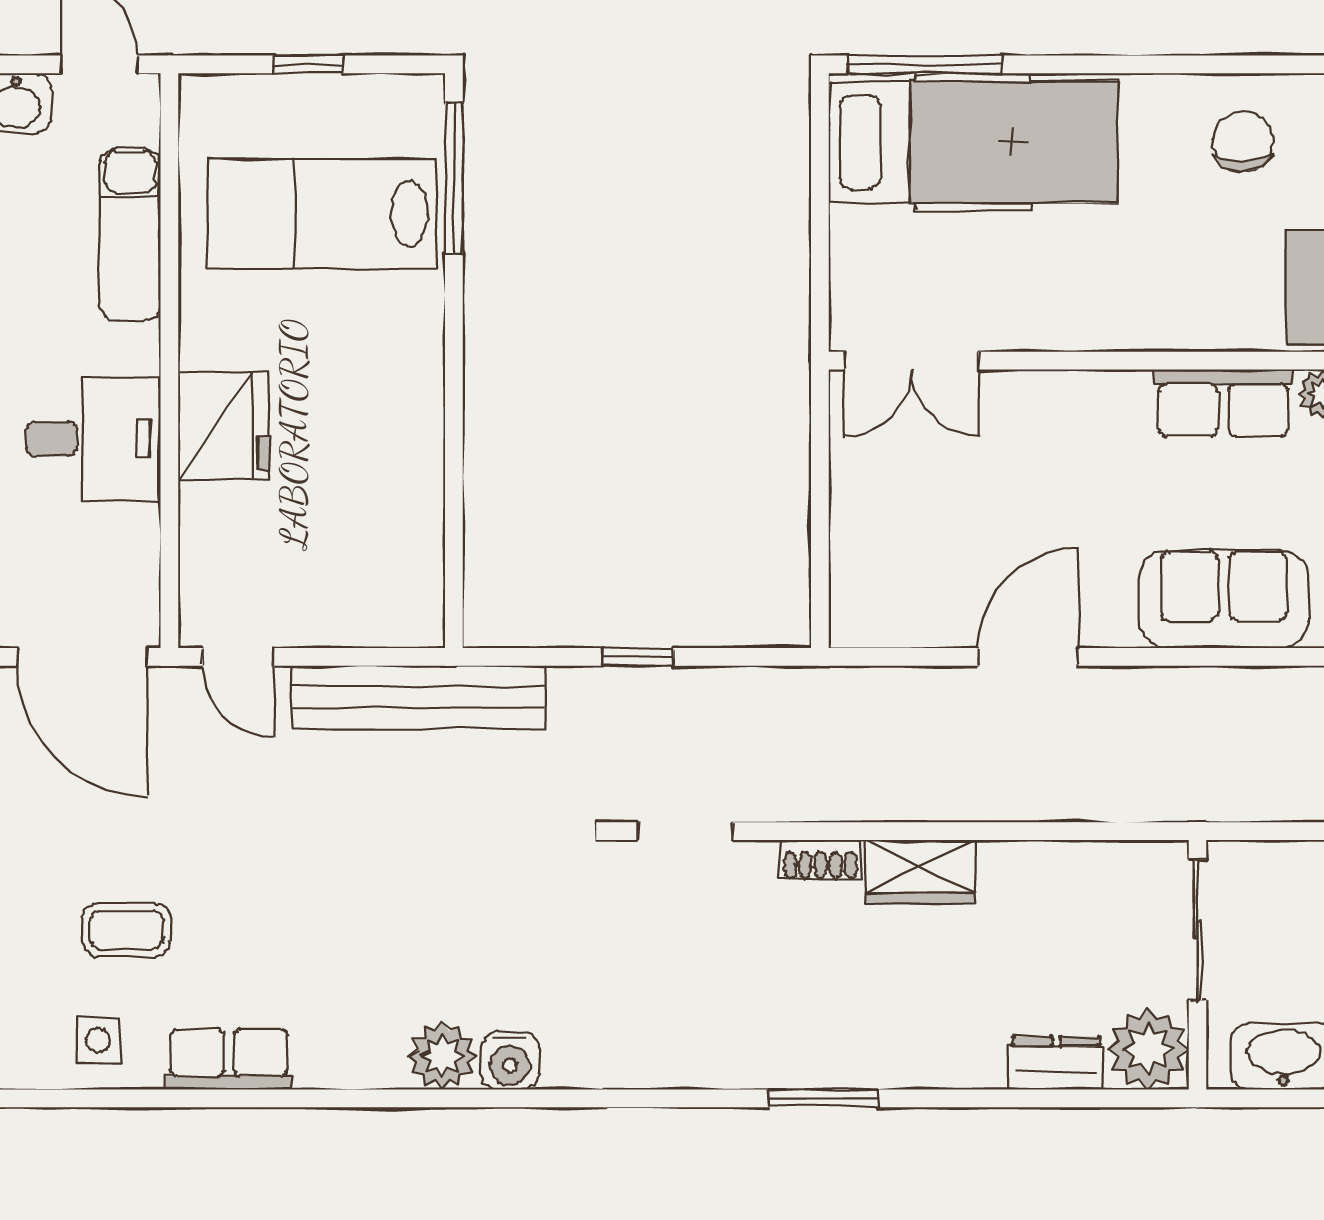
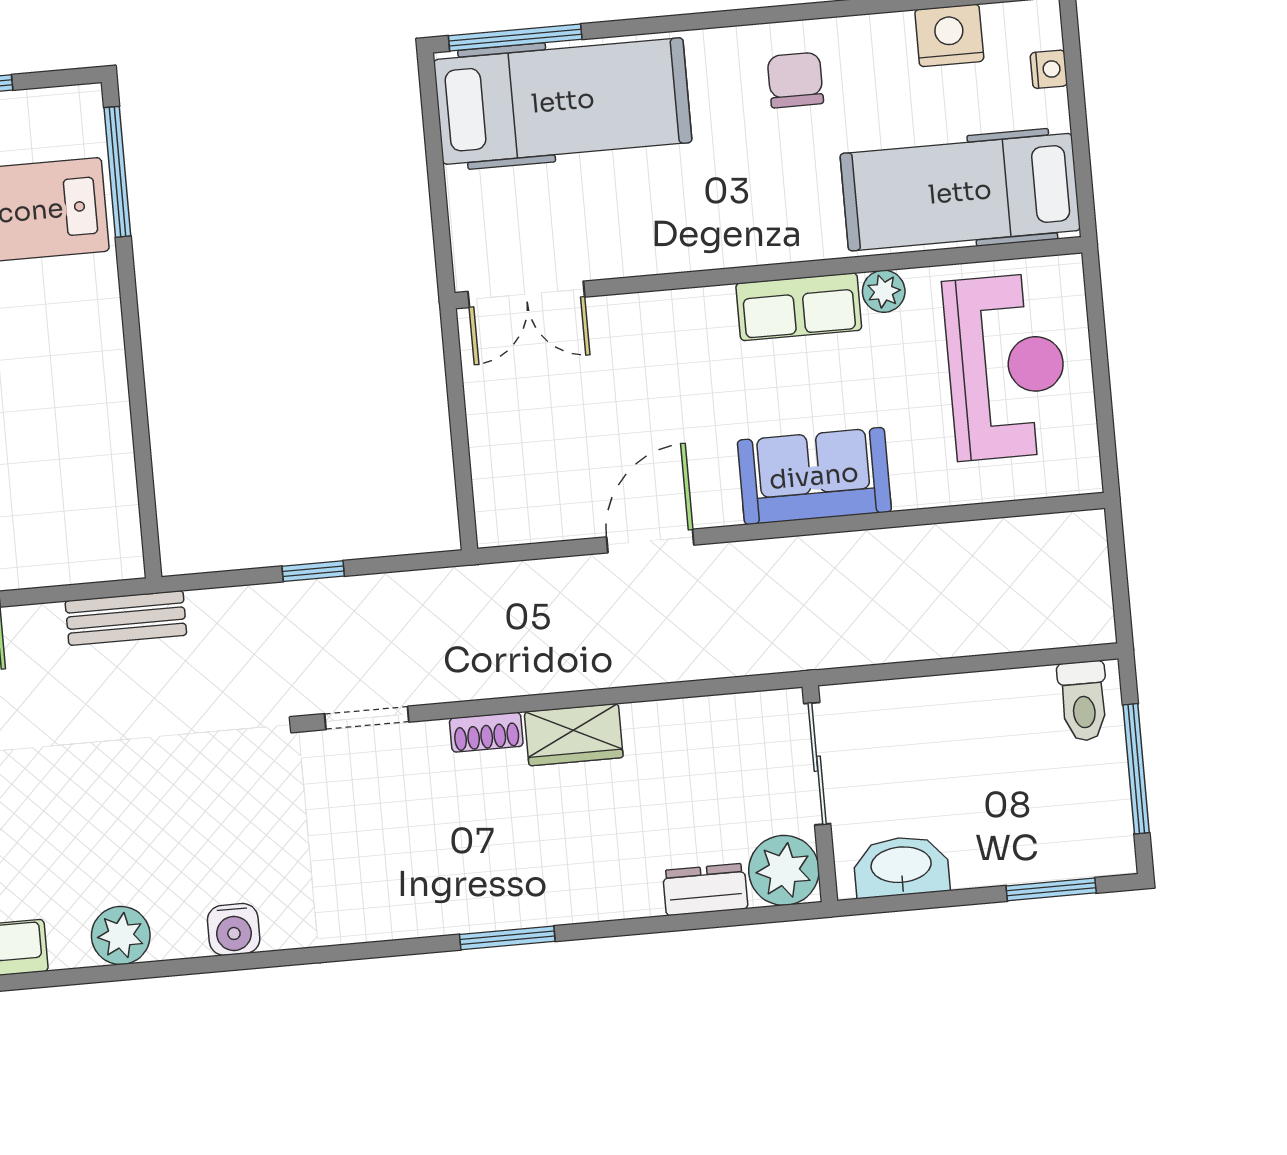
bench: (418, 697) -> (126, 618), width x0.54, depth x0.82
plant: (442, 1056) -> (121, 936), moved

